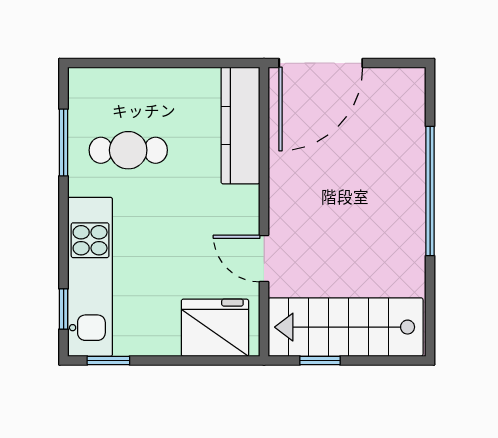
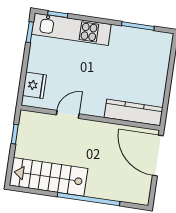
cafe table: (128, 150) -> (130, 57), removed
stairs: (346, 327) -> (49, 177), moved, turned -90
fridge: (215, 328) -> (34, 85), width x0.73, depth x0.75

